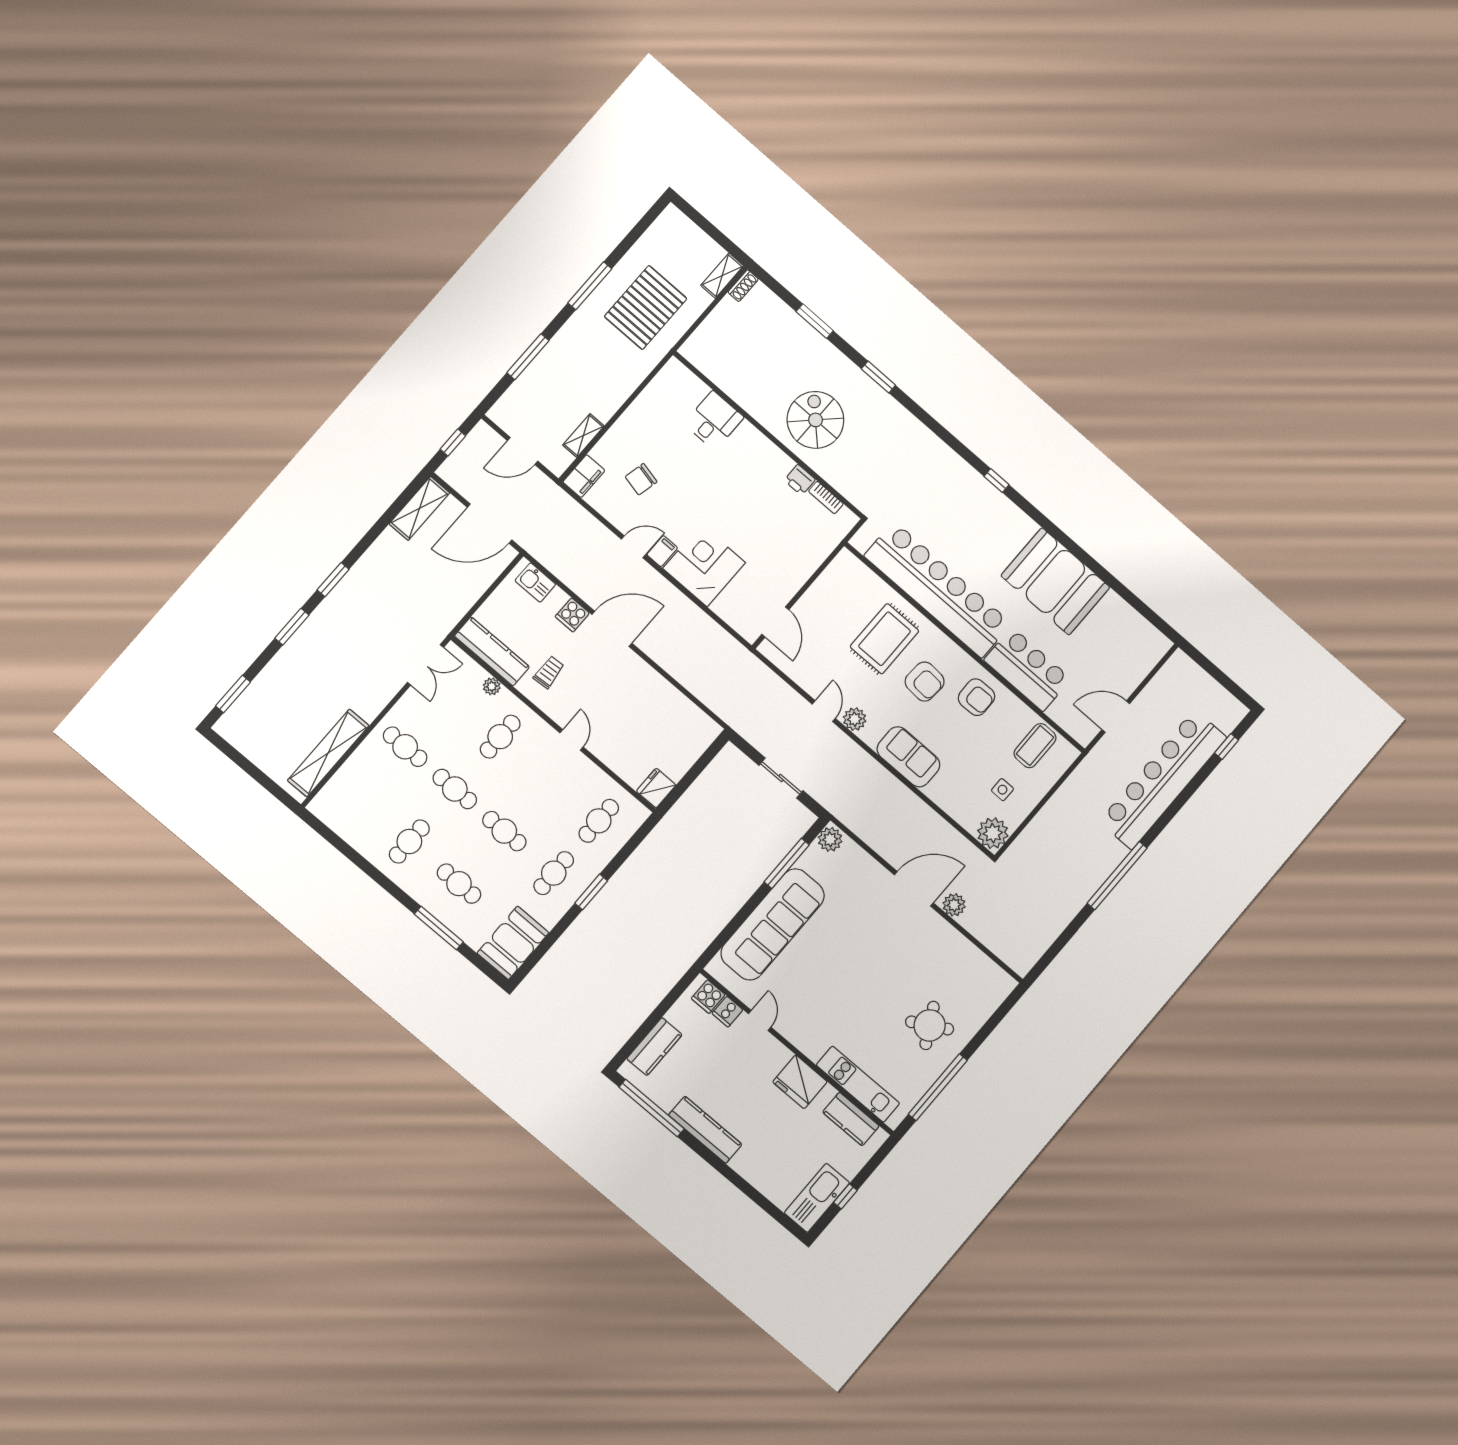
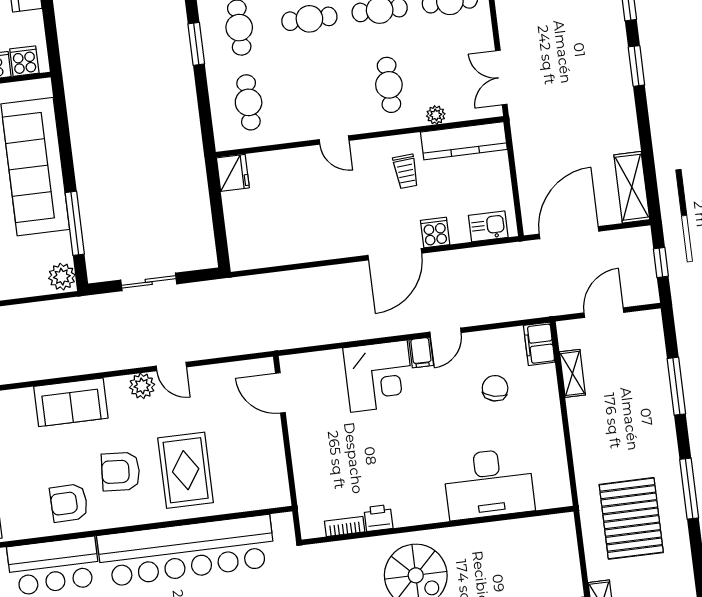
desk: (714, 421) -> (489, 484), width x1.87, depth x1.30

